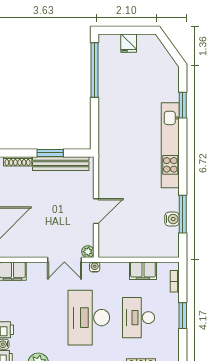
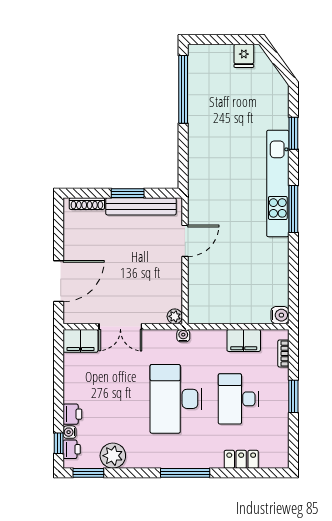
fridge: (129, 43) -> (244, 56), moved
door: (96, 211) -> (185, 241), moved
window: (183, 214) -> (293, 209), moved
water cooler: (172, 219) -> (280, 315), moved
double door: (64, 260) -> (120, 327), moved

